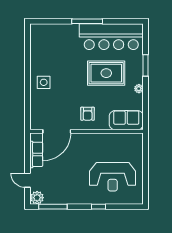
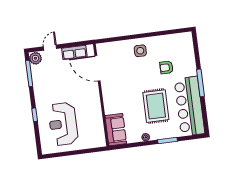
armchair: (88, 114) -> (166, 67), moved

